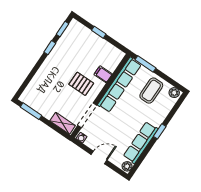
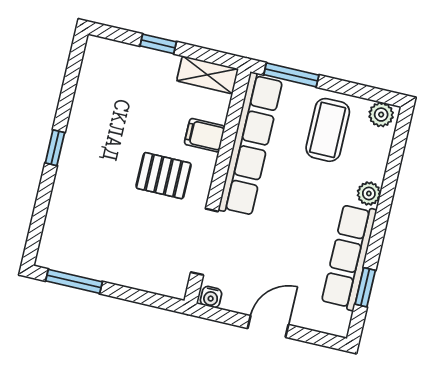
window: (62, 29) -> (73, 68), removed
window: (50, 48) -> (55, 148), moved
shelving: (63, 123) -> (207, 75), moved
window: (160, 131) -> (365, 287), moved
plant: (127, 166) -> (369, 194), moved

